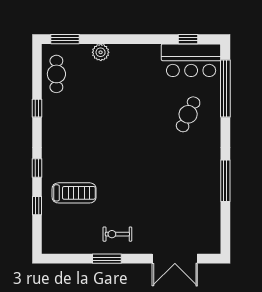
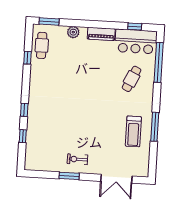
piano: (141, 52) -> (101, 34), added
window: (37, 108) -> (27, 58), moved
treadmill: (74, 193) -> (133, 131), moved, turned 90

